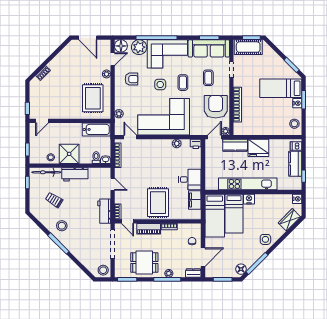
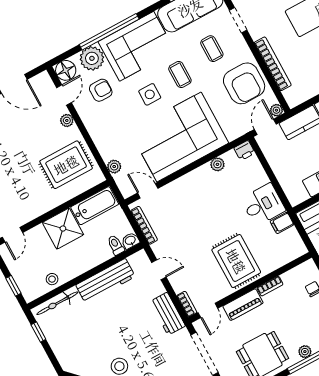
armchair: (132, 79) -> (101, 90), moved
rug: (93, 98) -> (66, 165), turned 90
armchair: (216, 107) -> (244, 83), turned 180
shower: (69, 154) -> (63, 229), moved
workbench: (75, 174) -> (105, 281), width x1.38
trolley: (54, 200) -> (89, 336), removed
filing cabinet: (195, 200) -> (282, 223), width x0.50
door: (127, 221) -> (208, 310), hinge flipped

